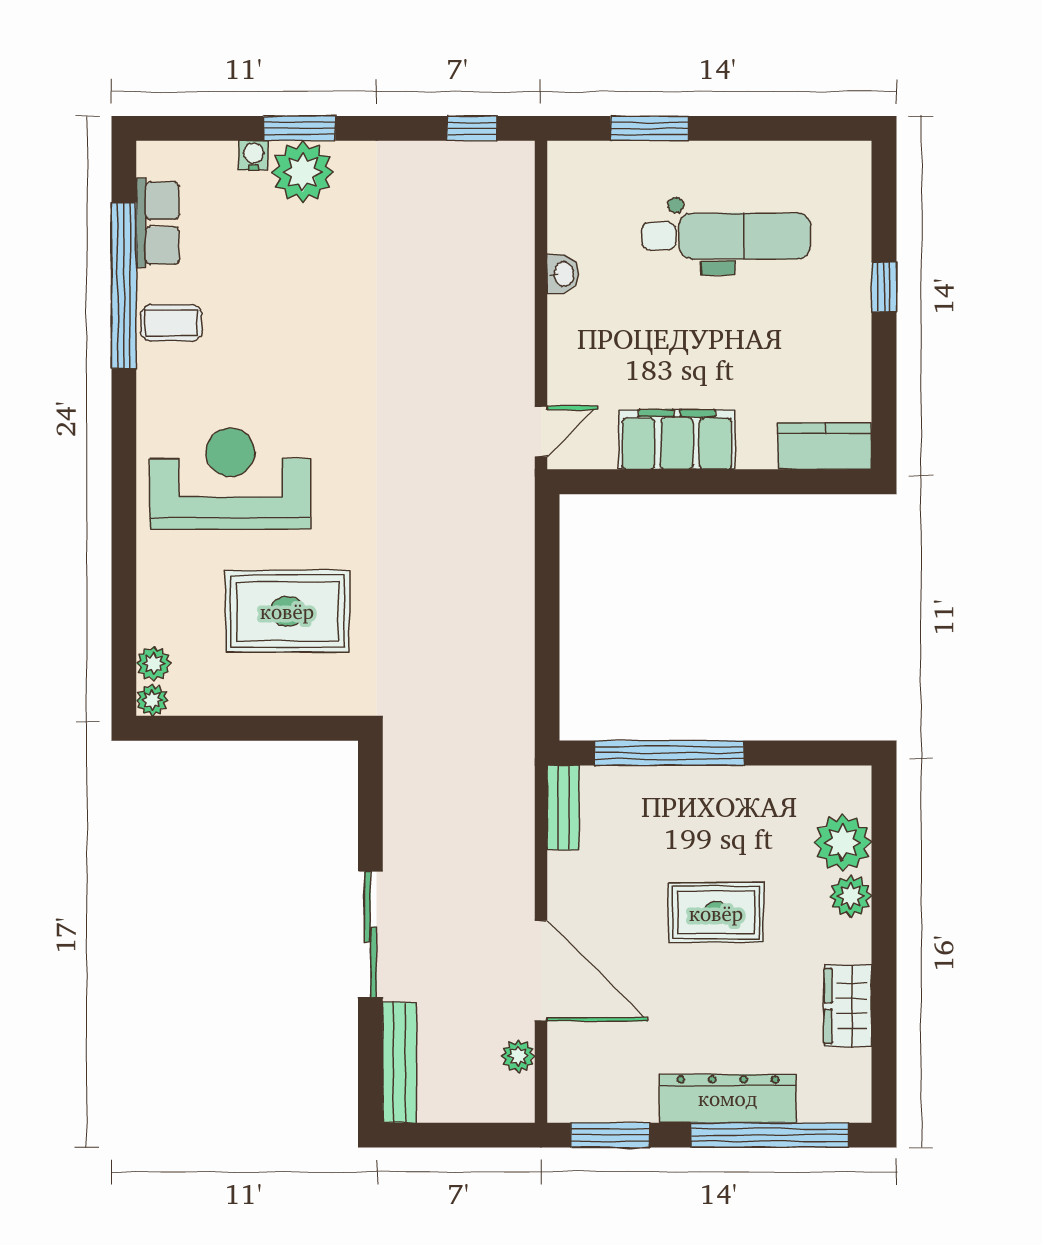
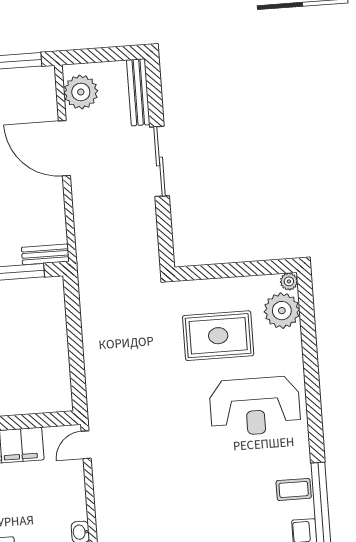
plant: (154, 663) -> (282, 311), width x1.87, depth x1.87
bench: (563, 808) -> (45, 254), moved, turned 90
plant: (518, 1056) -> (81, 92), width x1.88, depth x1.88

